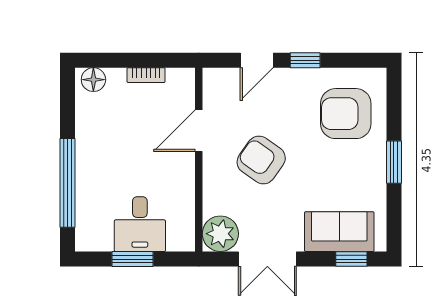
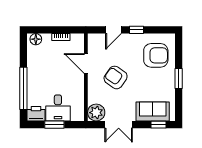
armchair: (346, 114) -> (156, 55), turned 180
door: (199, 131) -> (86, 64), hinge flipped
printer: (94, 236) -> (36, 114), added

